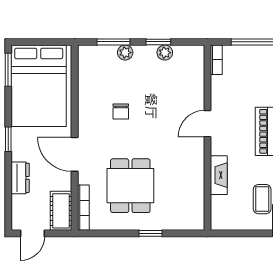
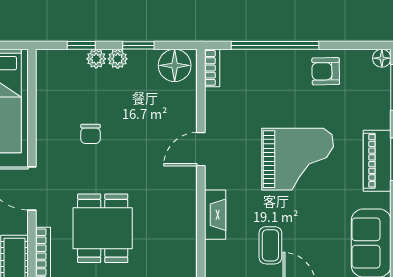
window: (113, 42) -> (81, 45), width x0.67
plant: (165, 53) -> (118, 59), moved
floor lamp: (187, 58) -> (175, 65), added

